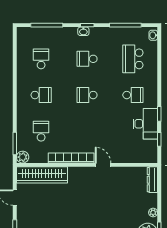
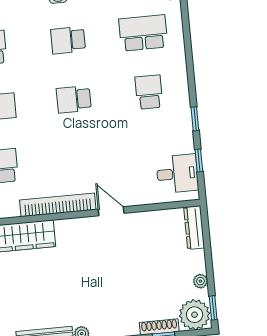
school desk: (133, 59) -> (143, 33), turned 90
school desk: (133, 95) -> (149, 92), turned -90
desk: (145, 124) -> (177, 174), moved, width x0.73

